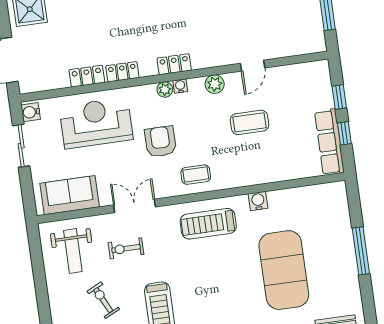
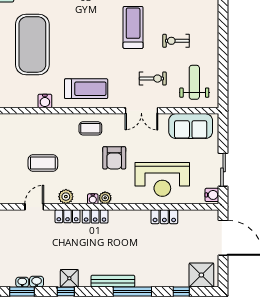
locker: (122, 72) -> (68, 216), moved
exercise bike: (103, 300) -> (176, 41), turned 116

